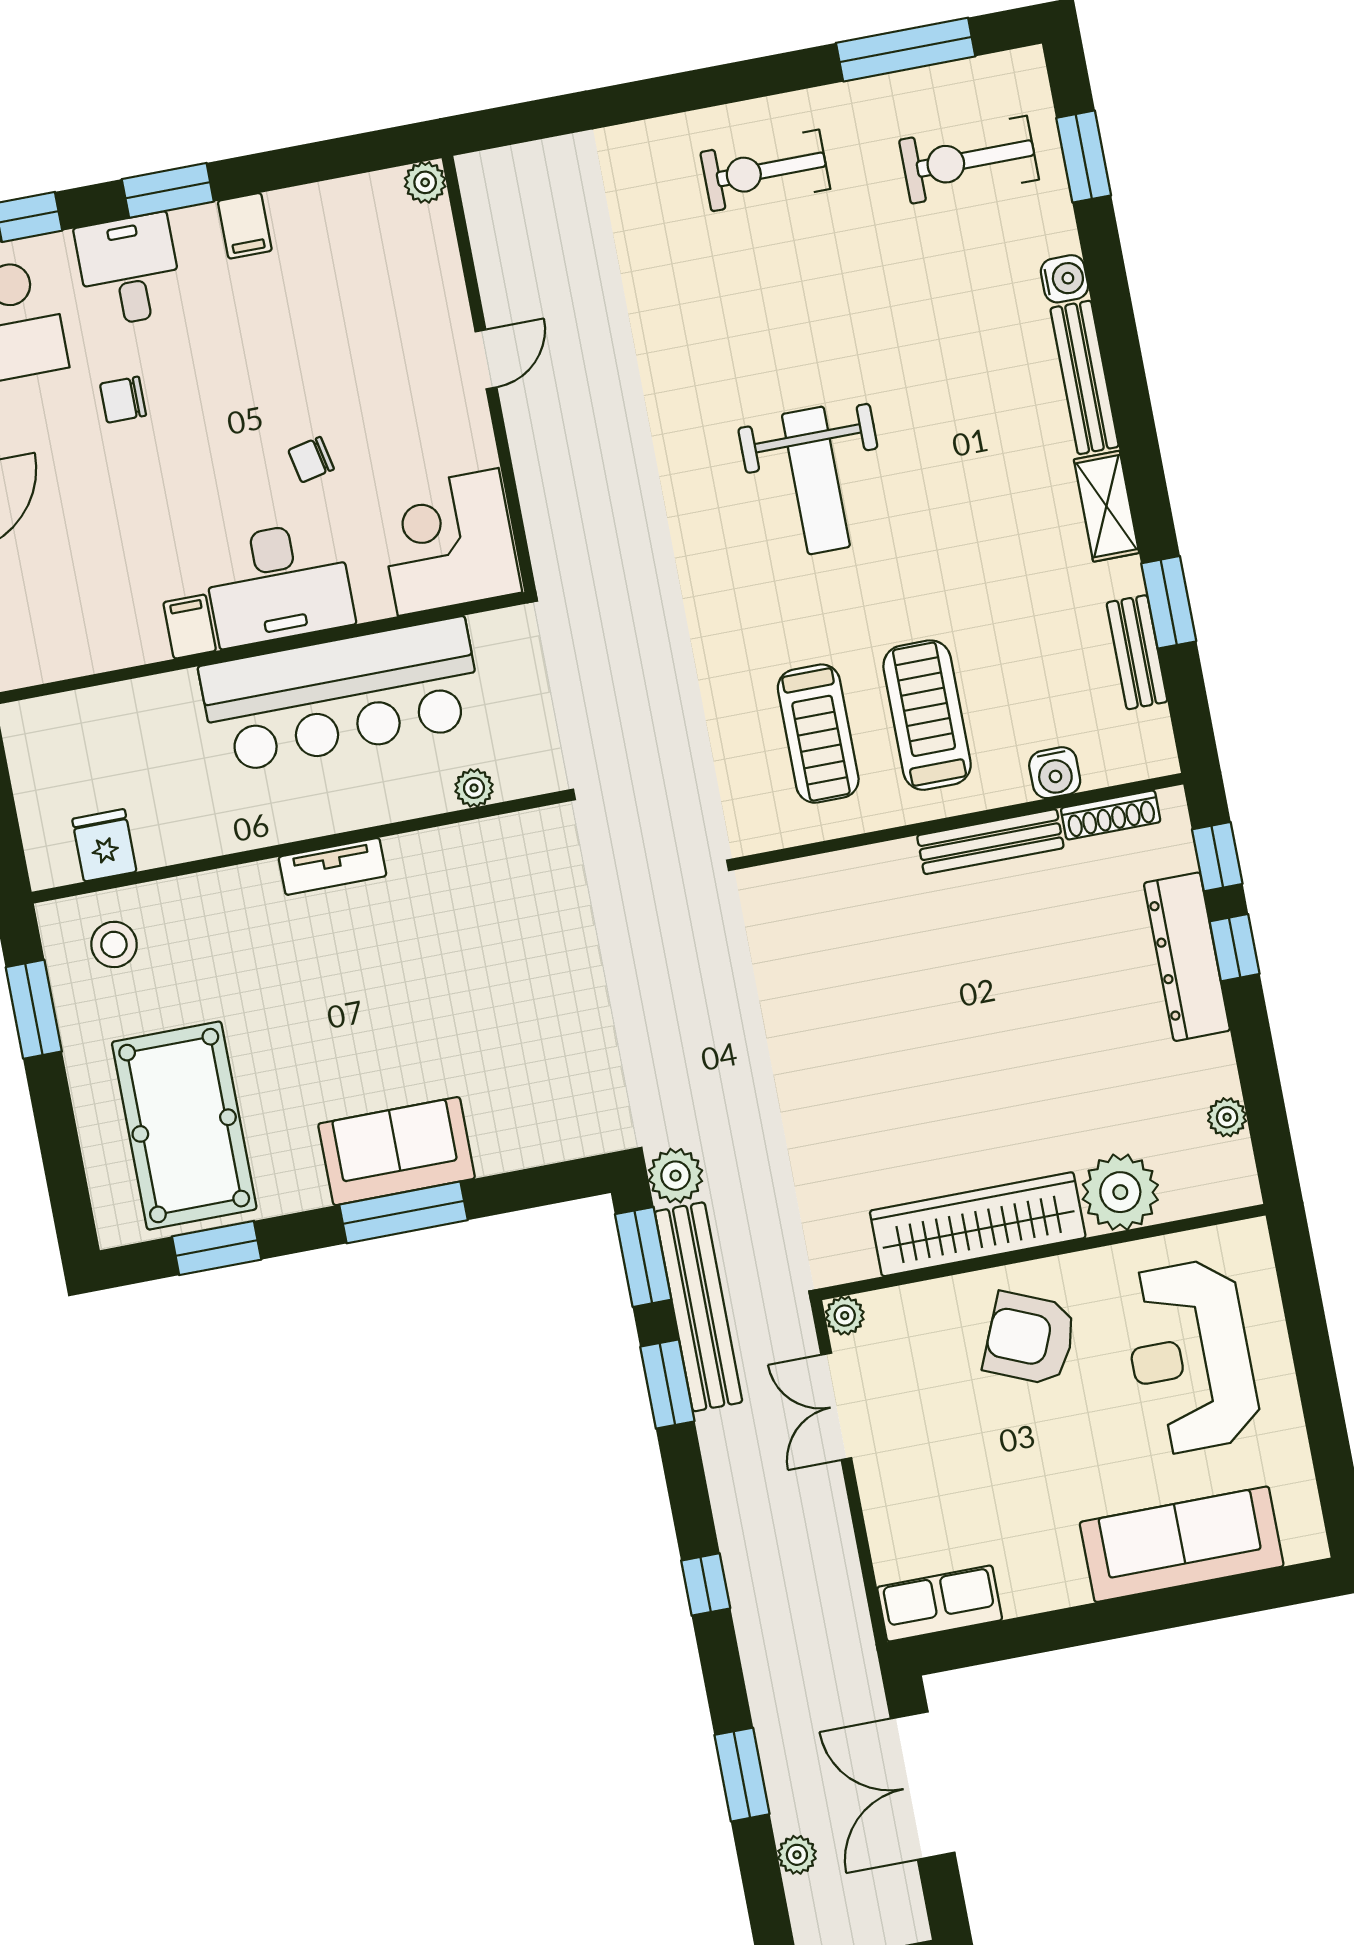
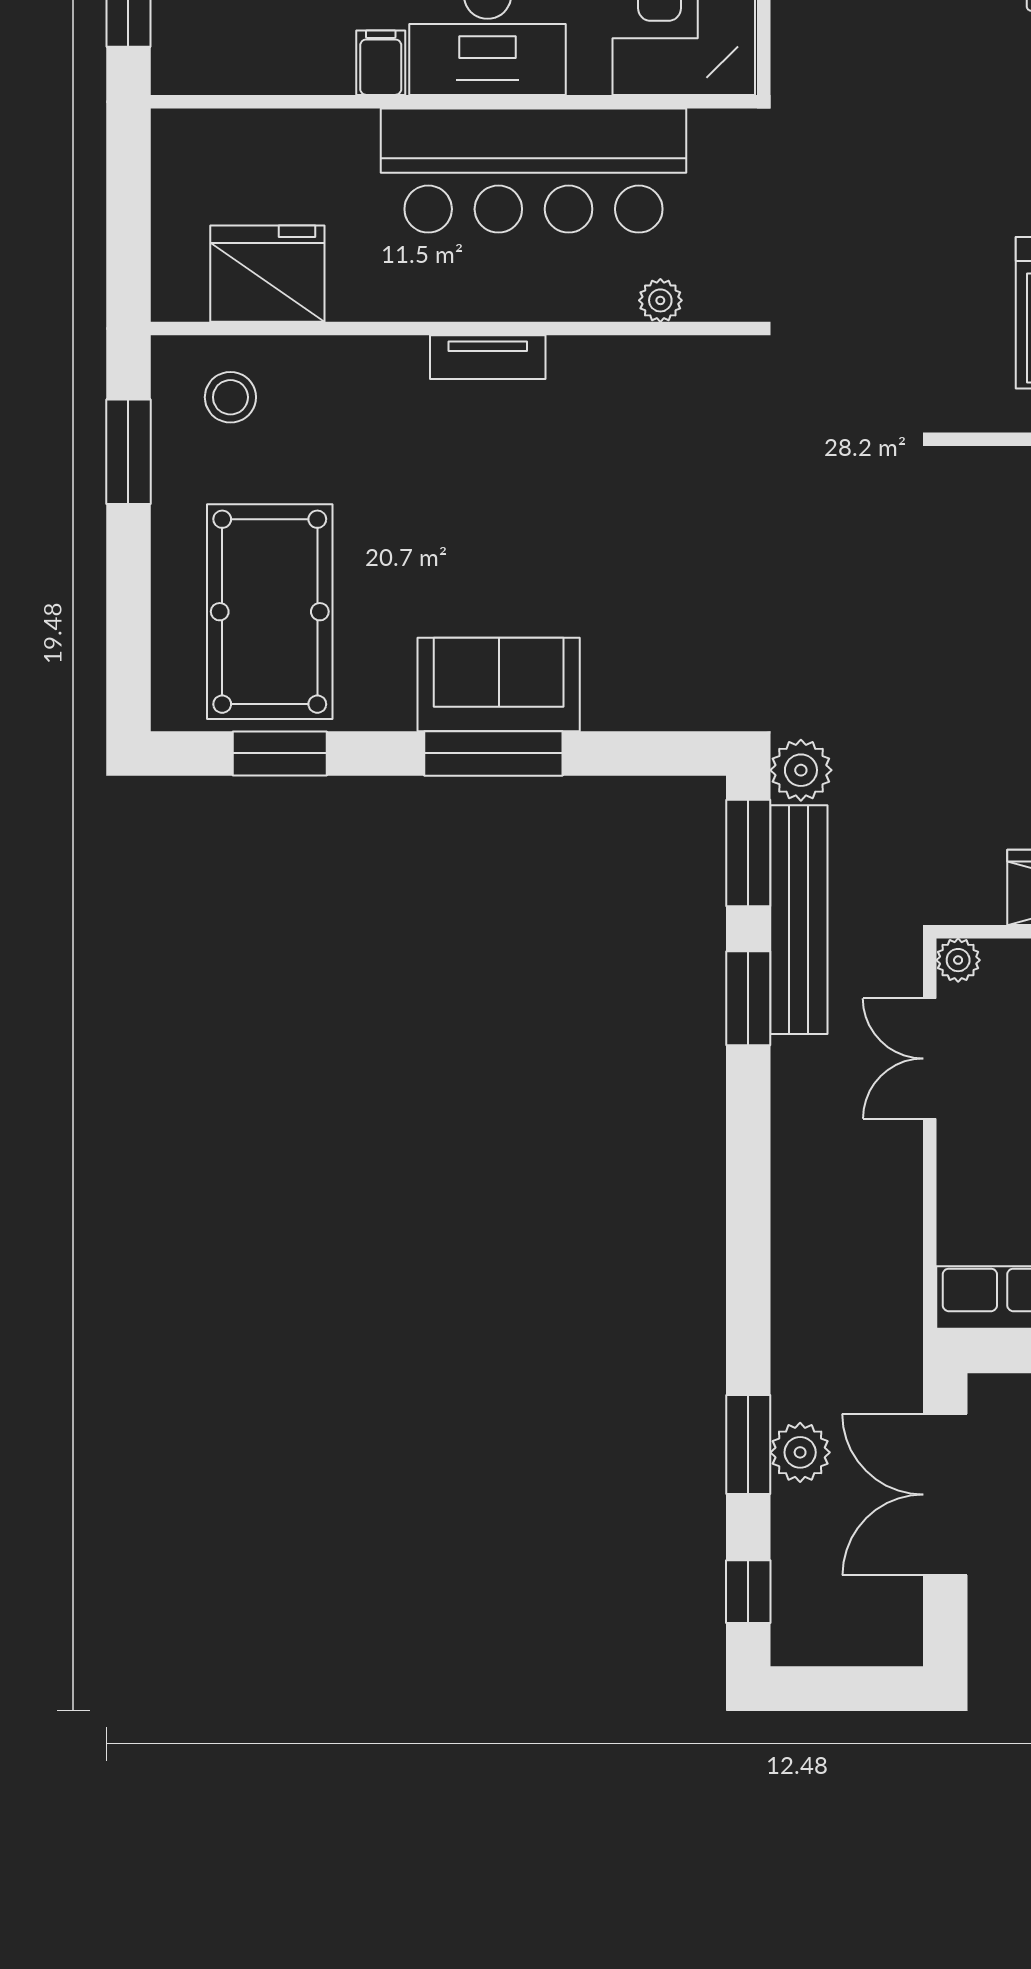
fridge: (104, 845) -> (267, 274), width x1.88, depth x1.34
window: (706, 1584) -> (748, 1592), moved
plant: (797, 1855) -> (800, 1452), moved, width x1.38, depth x1.38

